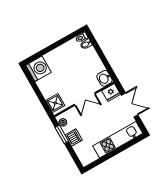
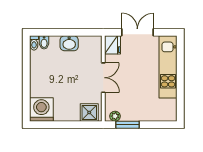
washbasin: (104, 78) -> (69, 43), moved
dishwasher: (74, 137) -> (138, 114), removed

